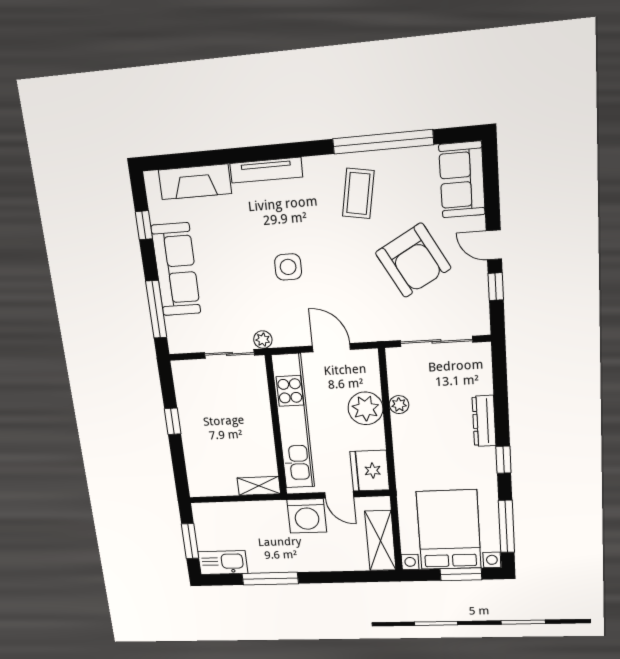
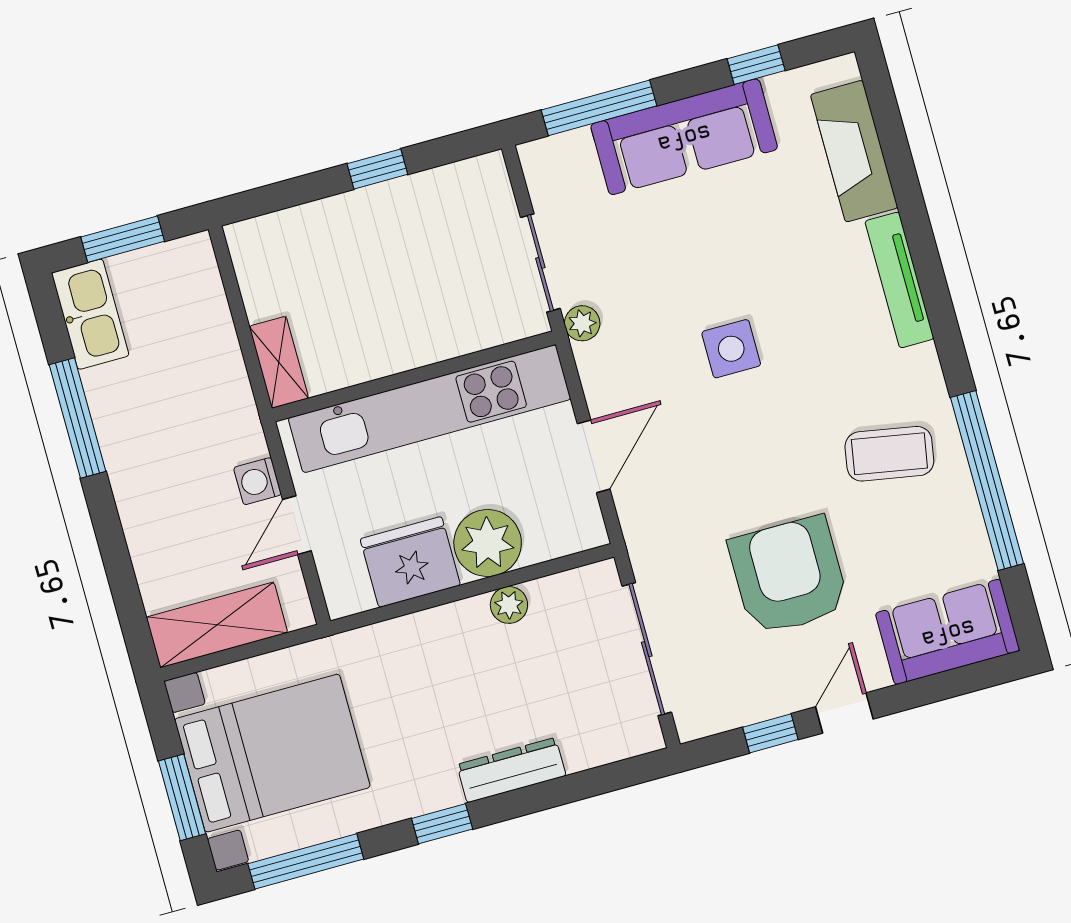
armchair: (413, 260) -> (789, 576), turned 119
fridge: (370, 471) -> (410, 562), moved
washing machine: (307, 516) -> (257, 481), width x0.53, depth x0.53

